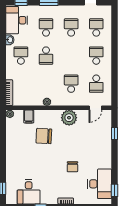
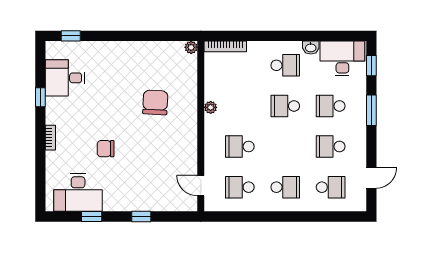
school desk: (46, 27) -> (331, 106), turned 180
school desk: (71, 27) -> (331, 147), turned 180
school desk: (71, 84) -> (240, 147), turned 180
filing cabinet: (29, 116) -> (187, 78), removed
plant: (69, 118) -> (185, 143), removed
window: (114, 133) -> (141, 216), moved
window: (114, 190) -> (92, 216), moved

